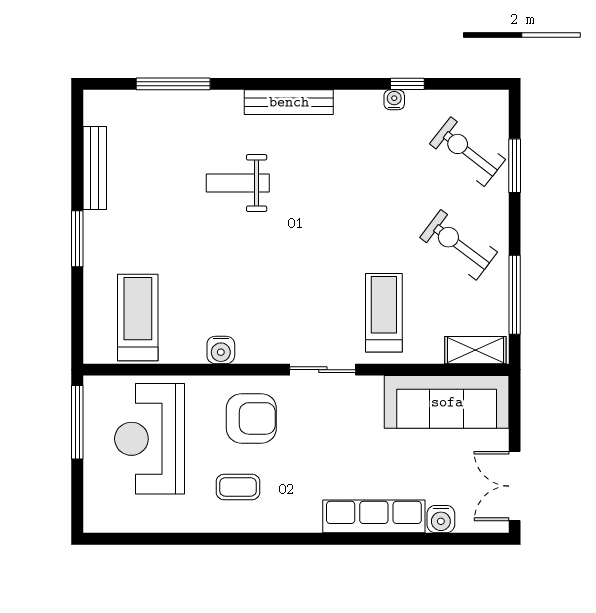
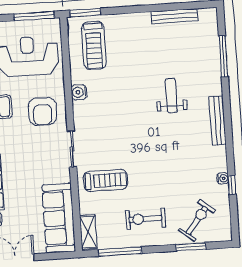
window: (77, 239) -> (85, 13), moved
exercise bike: (459, 245) -> (145, 219), turned -127
treadmill: (138, 317) -> (94, 45), turned 90

